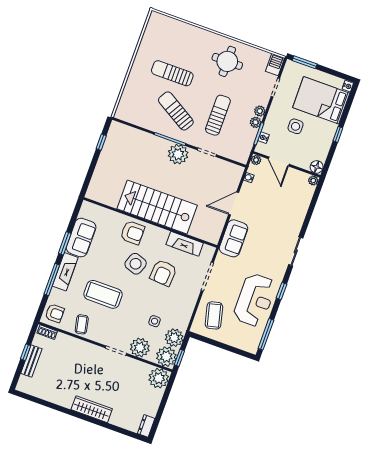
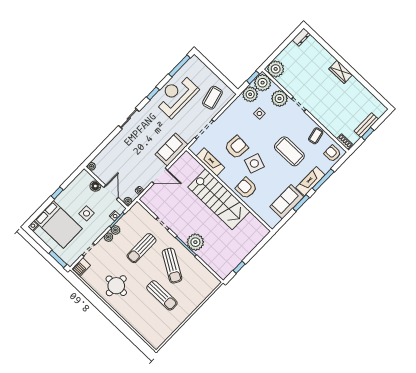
plant: (178, 154) -> (195, 242), moved
floor lamp: (317, 167) -> (95, 186), moved
wardrobe: (92, 409) -> (341, 72), width x0.67

